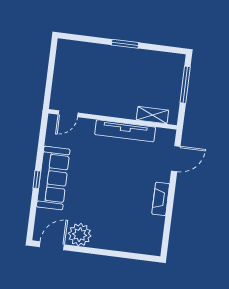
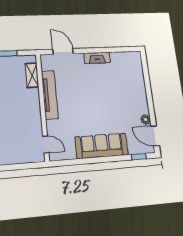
window: (37, 180) -> (139, 157), moved
plant: (80, 235) -> (146, 119), width x0.53, depth x0.53

